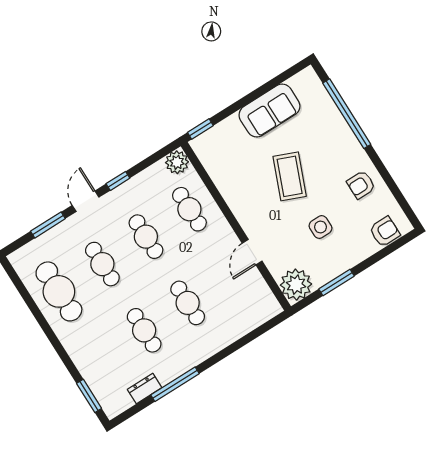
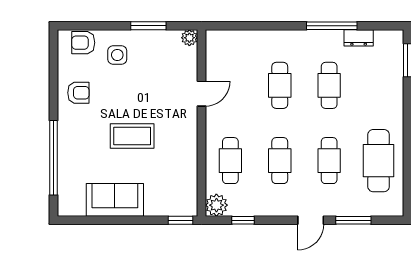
coffee table: (290, 176) -> (132, 136), turned 68
window: (118, 181) -> (243, 220), moved
side table: (320, 227) -> (117, 55), moved
plant: (296, 285) -> (189, 38), width x0.53, depth x0.53

